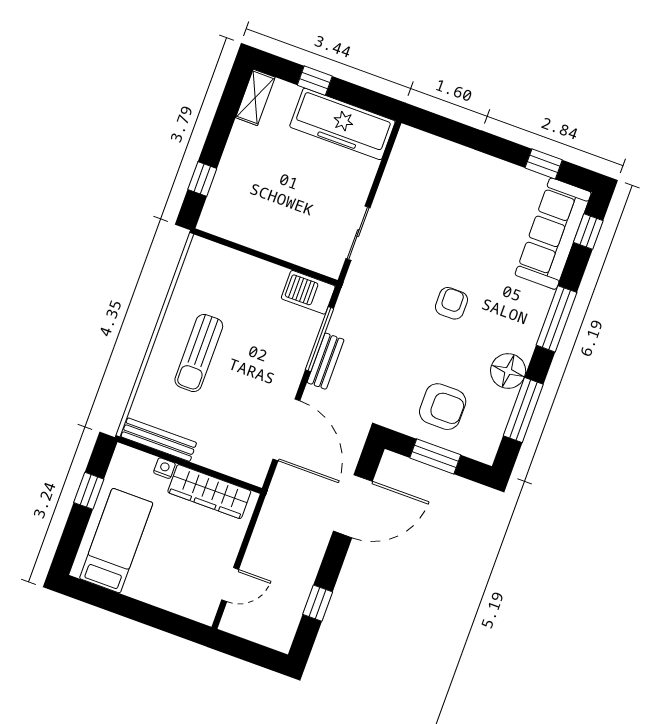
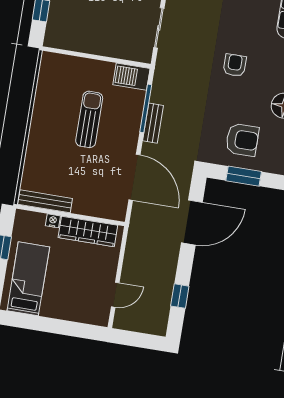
sun lounger: (199, 353) -> (89, 119), moved, turned 180

